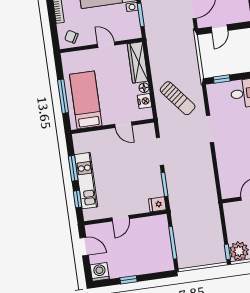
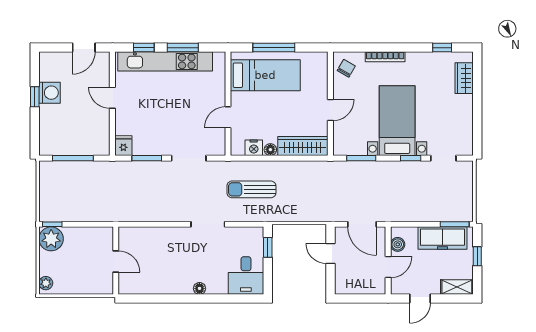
sun lounger: (178, 98) -> (251, 189), turned 39
kitchen unit: (86, 181) -> (165, 61), width x1.36
washing machine: (100, 272) -> (50, 93), moved

